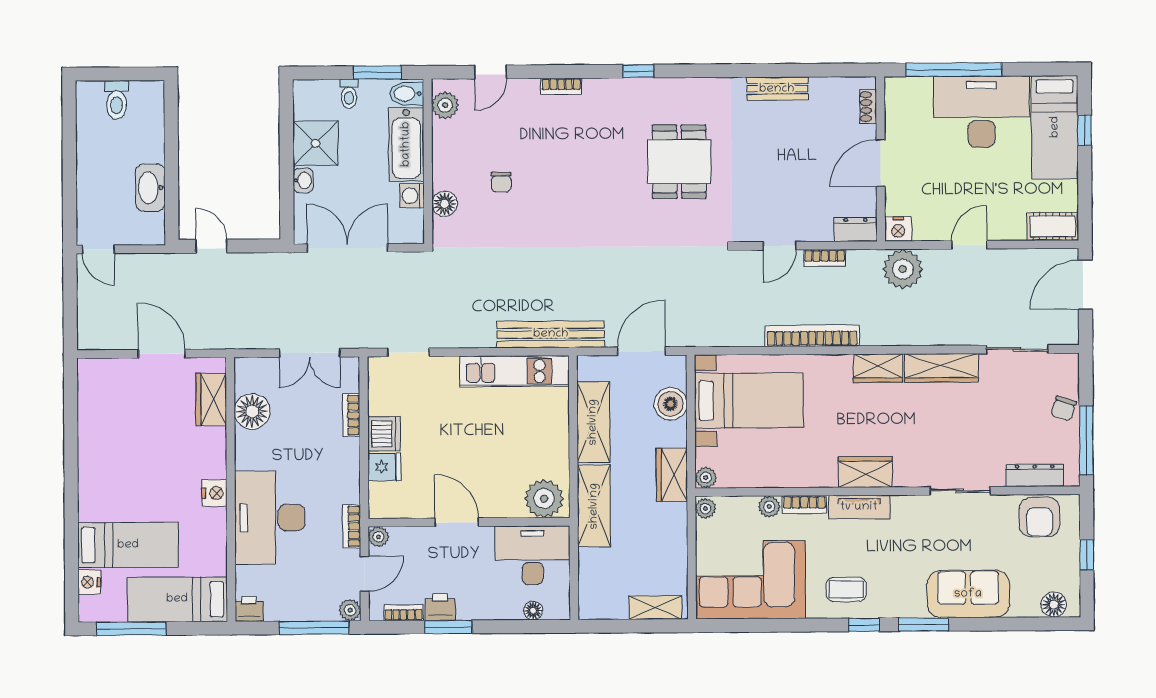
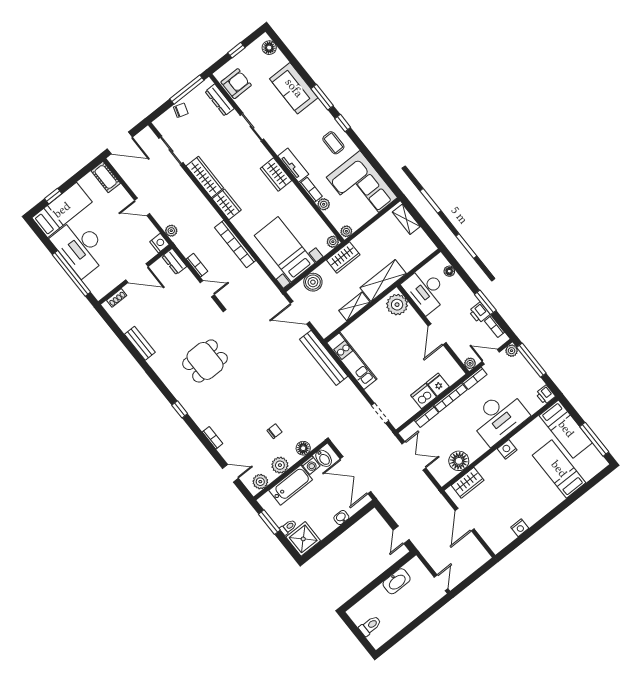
bidet: (407, 94) -> (324, 458), moved
shower: (316, 143) -> (303, 539), moved
plant: (447, 152) -> (280, 465), added
plant: (903, 269) -> (171, 231), width x0.53, depth x0.53
shelving: (593, 422) -> (354, 306), width x0.67, depth x0.75
bookcase: (352, 471) -> (450, 397), added
nightstand: (89, 582) -> (520, 528), moved

